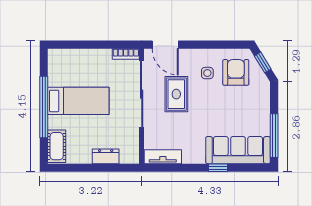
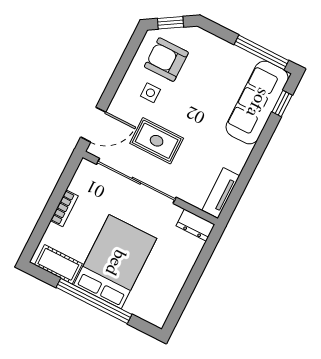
bookcase: (126, 54) -> (64, 208), moved
bed: (78, 101) -> (115, 262), width x1.50
cot: (57, 146) -> (58, 264), moved
dresser: (106, 156) -> (196, 225), moved, turned -90
window: (218, 168) -> (282, 103), moved

